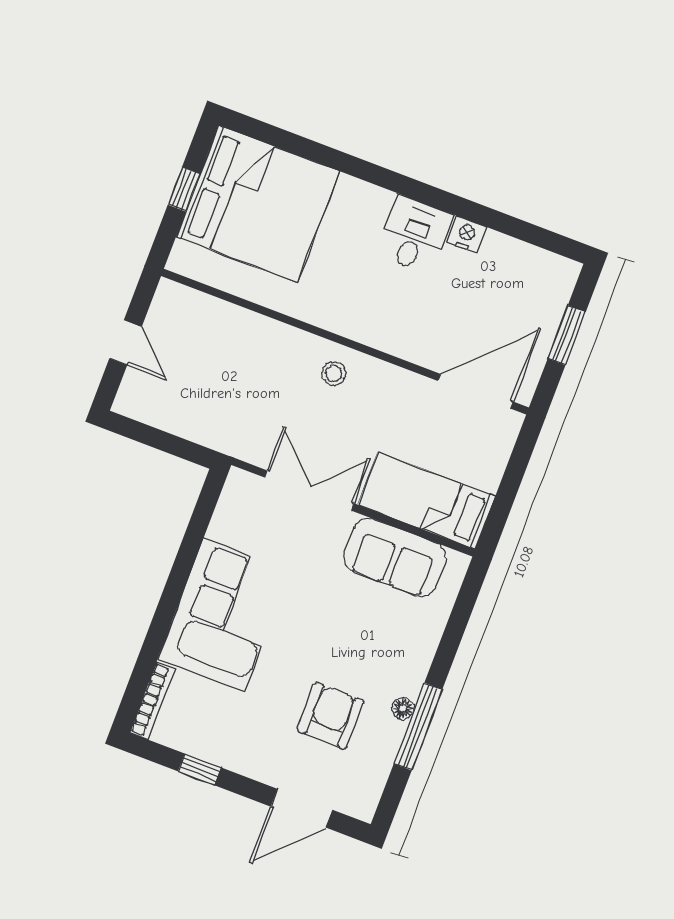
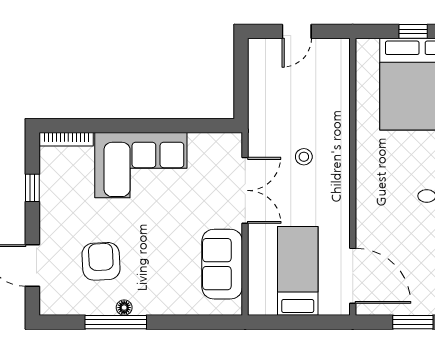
stool: (334, 374) -> (304, 157), moved
bed: (426, 501) -> (298, 271), moved
armchair: (331, 716) -> (101, 261), turned -93

